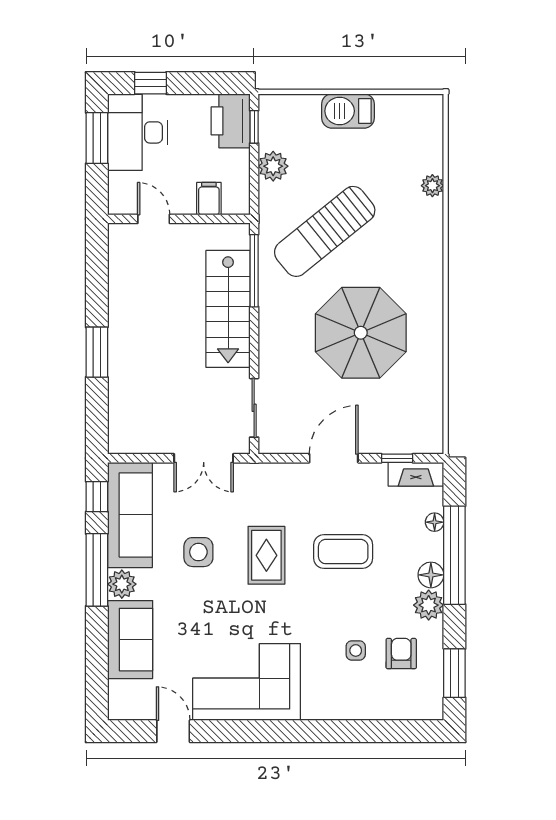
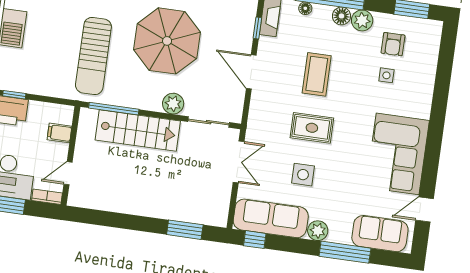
plant: (273, 166) -> (173, 104), moved
bookcase: (116, 194) -> (47, 197), added
sun lounger: (325, 231) -> (93, 56), turned 39
window: (97, 352) -> (185, 230), moved
window: (97, 570) -> (345, 252), moved
sofa: (130, 640) -> (380, 234), moved
armchair: (401, 654) -> (393, 44), turned -90

